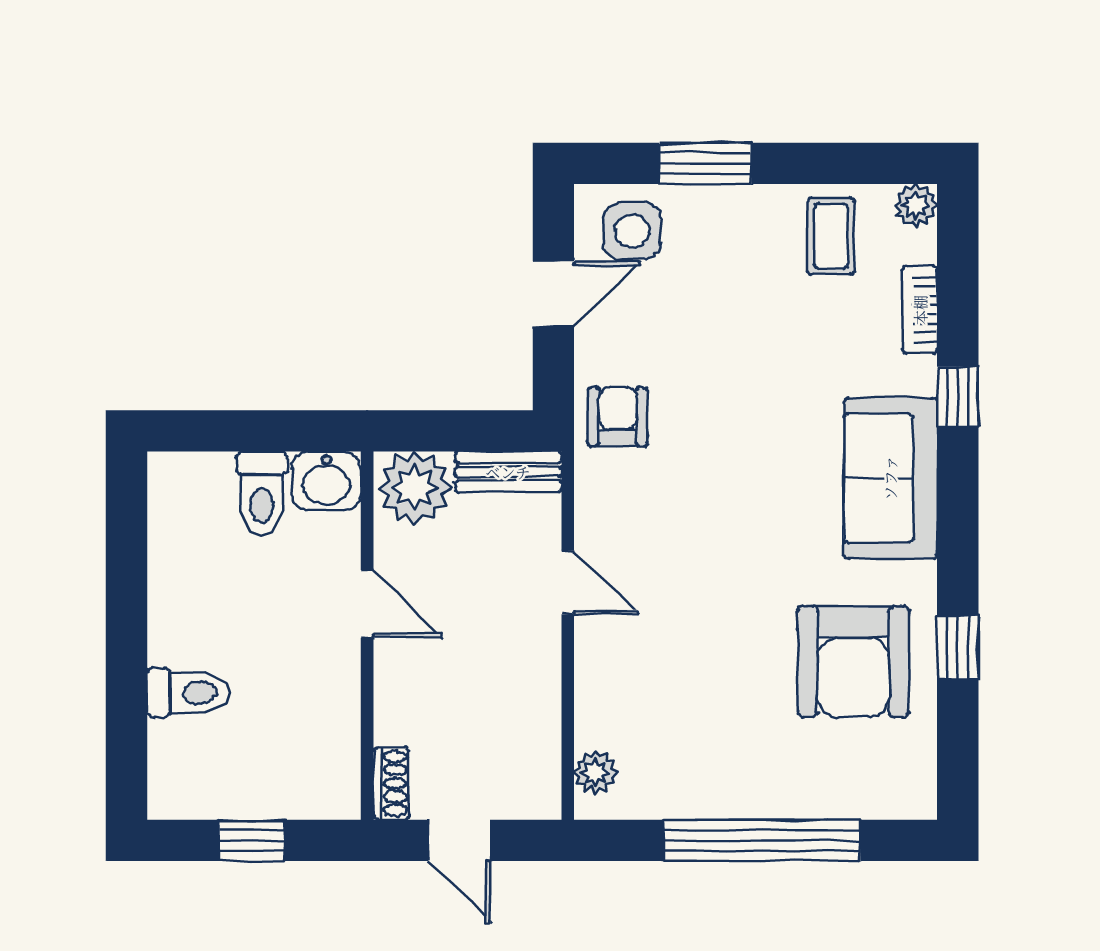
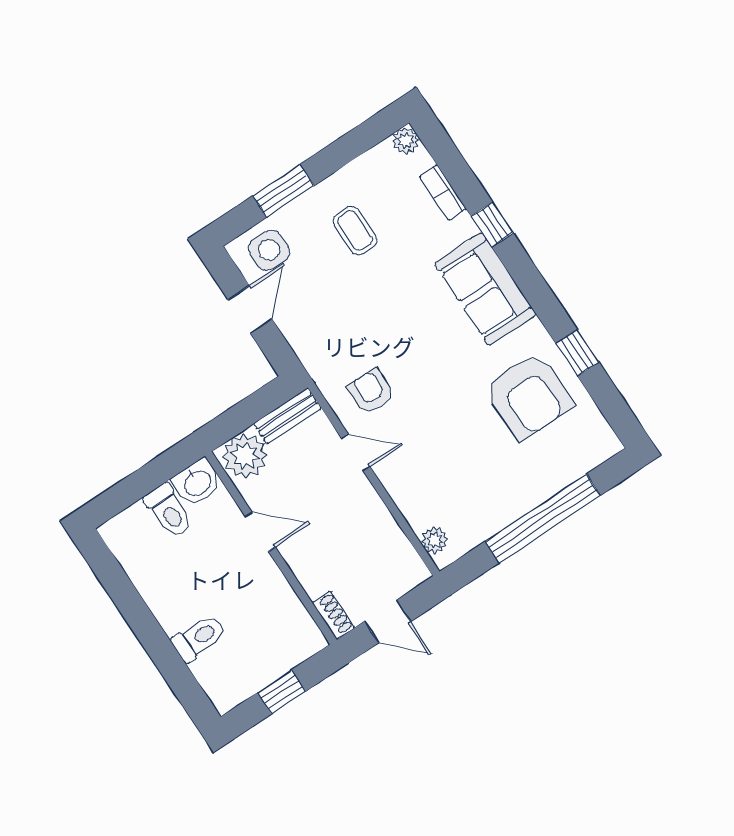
coffee table: (831, 236) -> (355, 231), moved
armchair: (618, 417) -> (371, 392), moved

